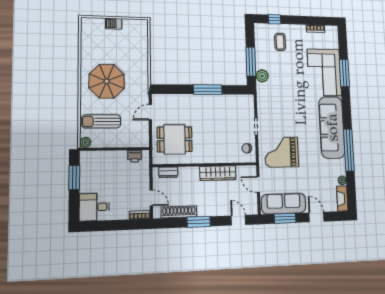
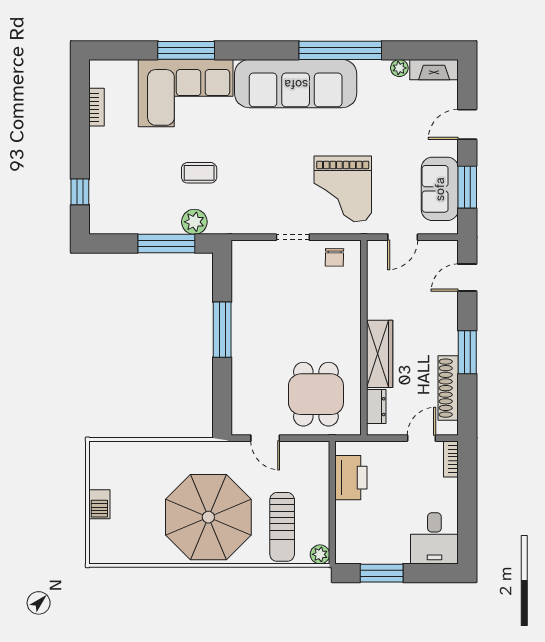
coffee table: (280, 42) -> (199, 173), moved
parasol: (107, 81) -> (208, 517), width x1.36, depth x1.36
printer: (135, 156) -> (351, 478), width x1.87, depth x1.48
wardrobe: (218, 173) -> (380, 354), moved
sofa: (284, 204) -> (440, 189), width x0.73

